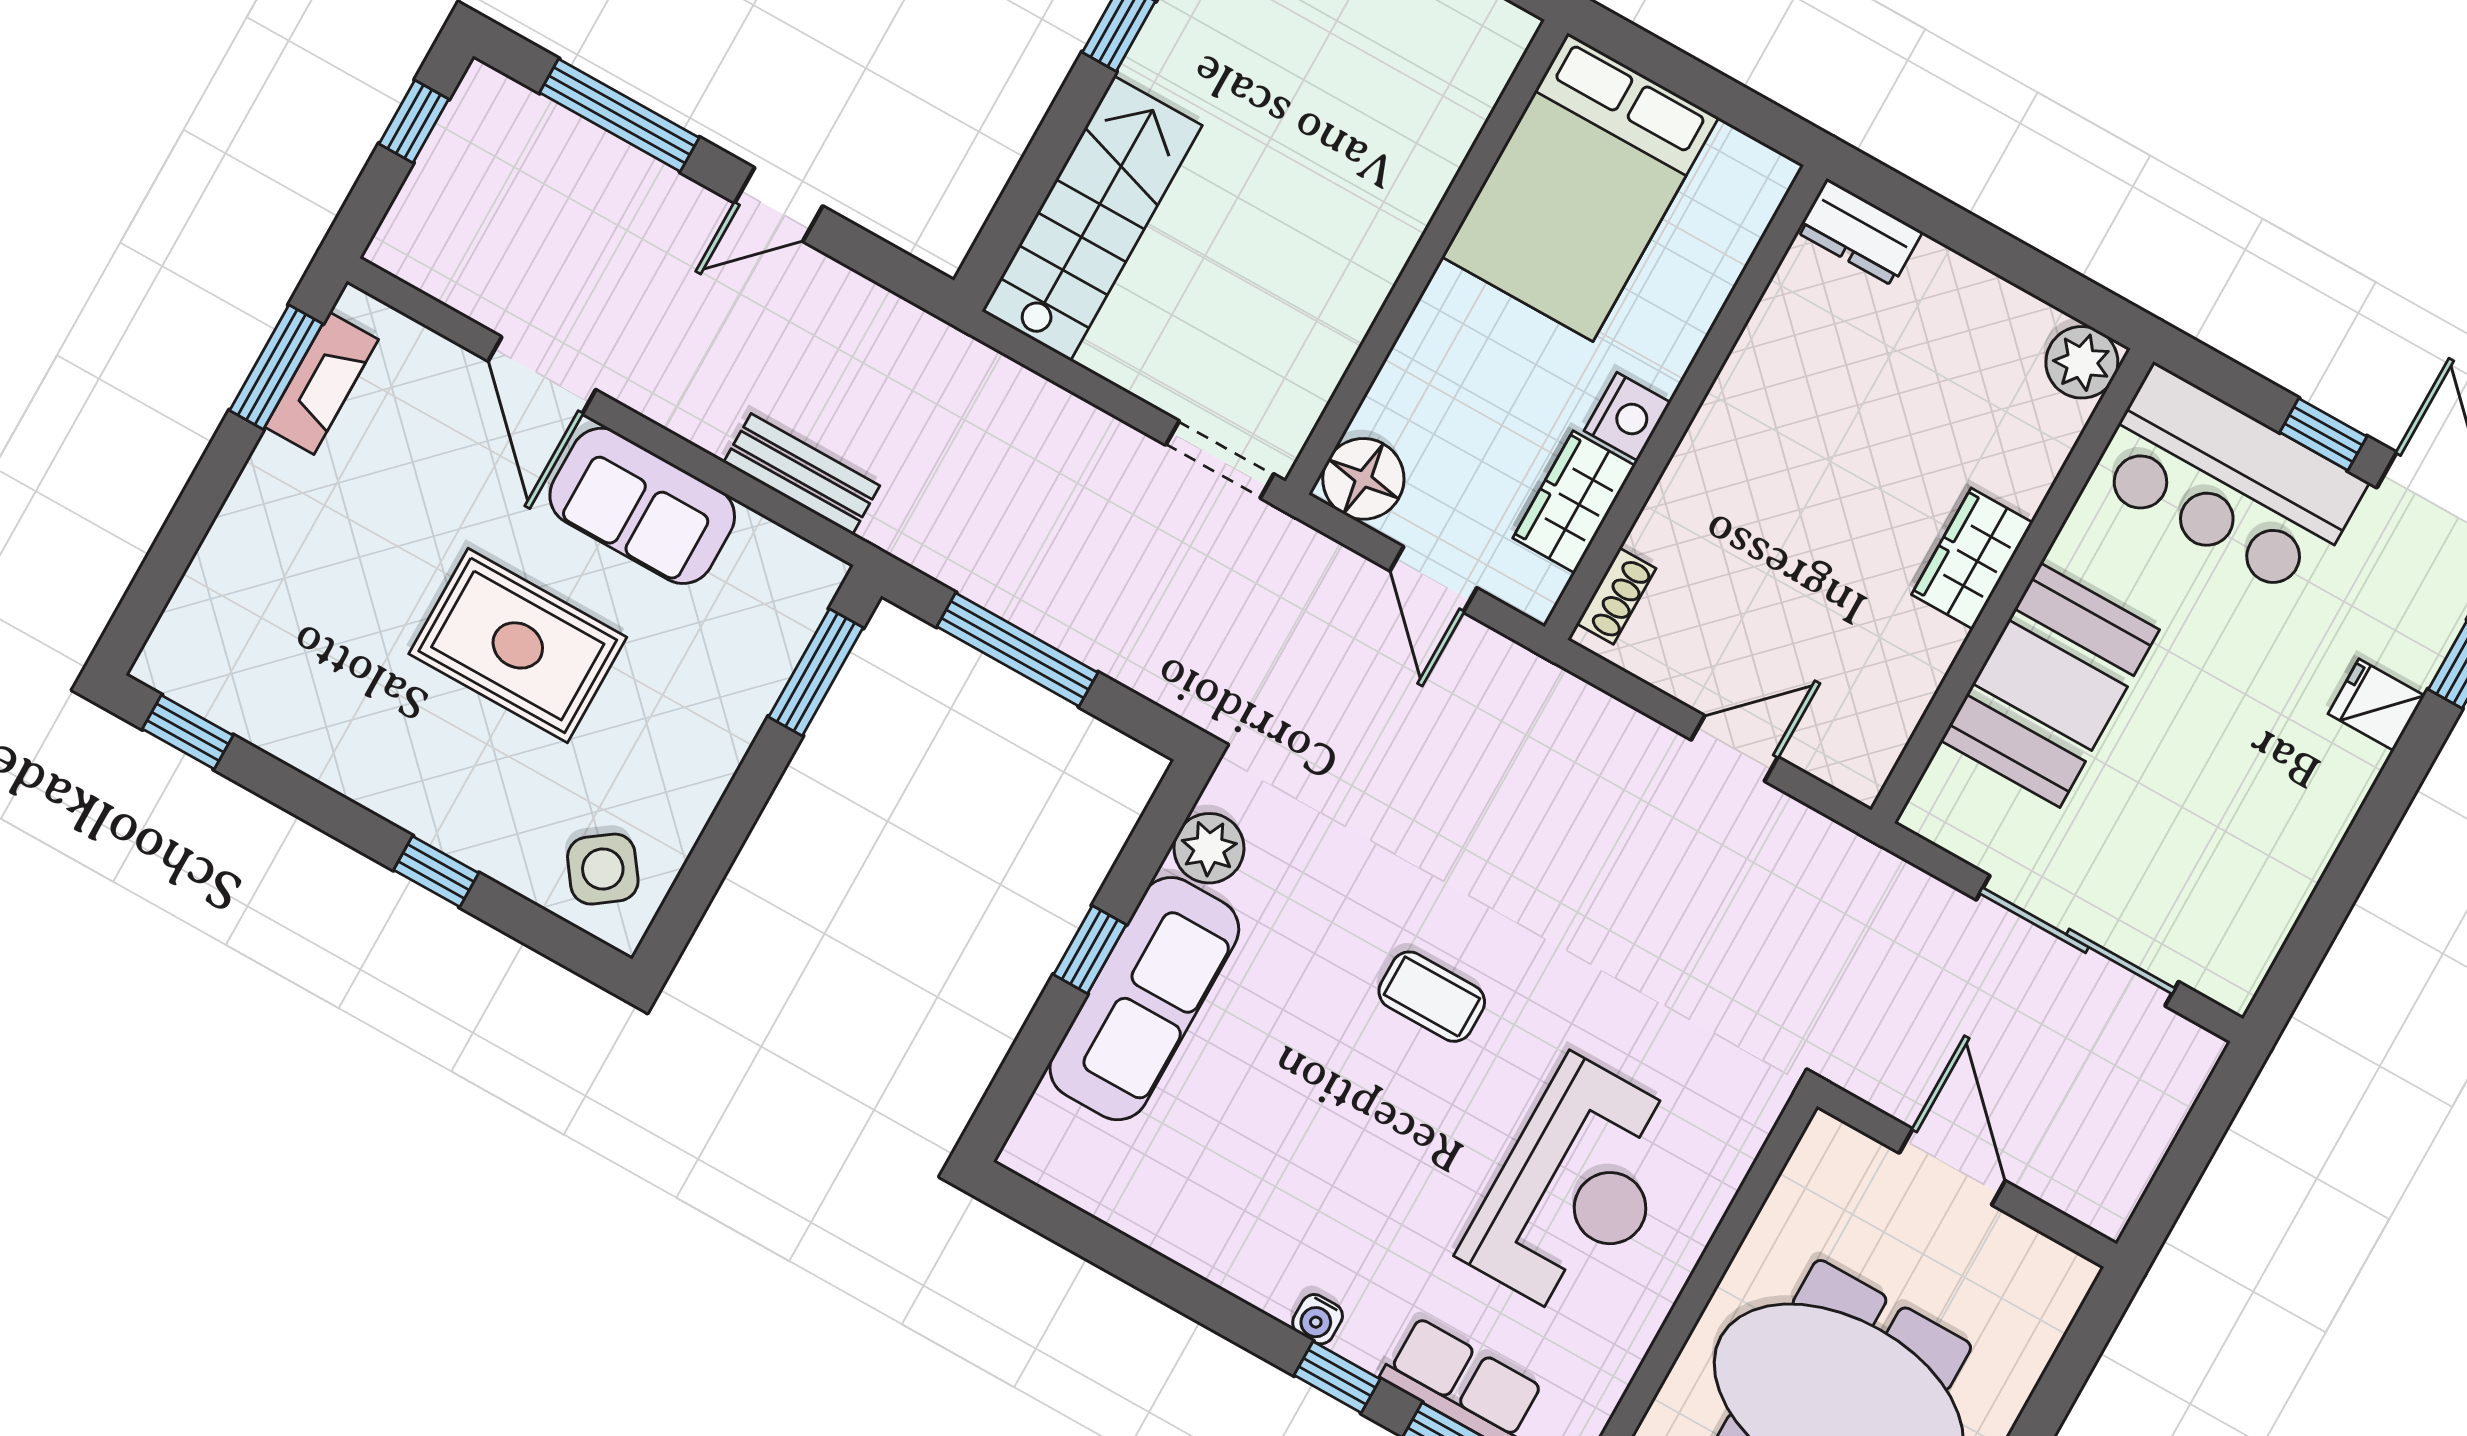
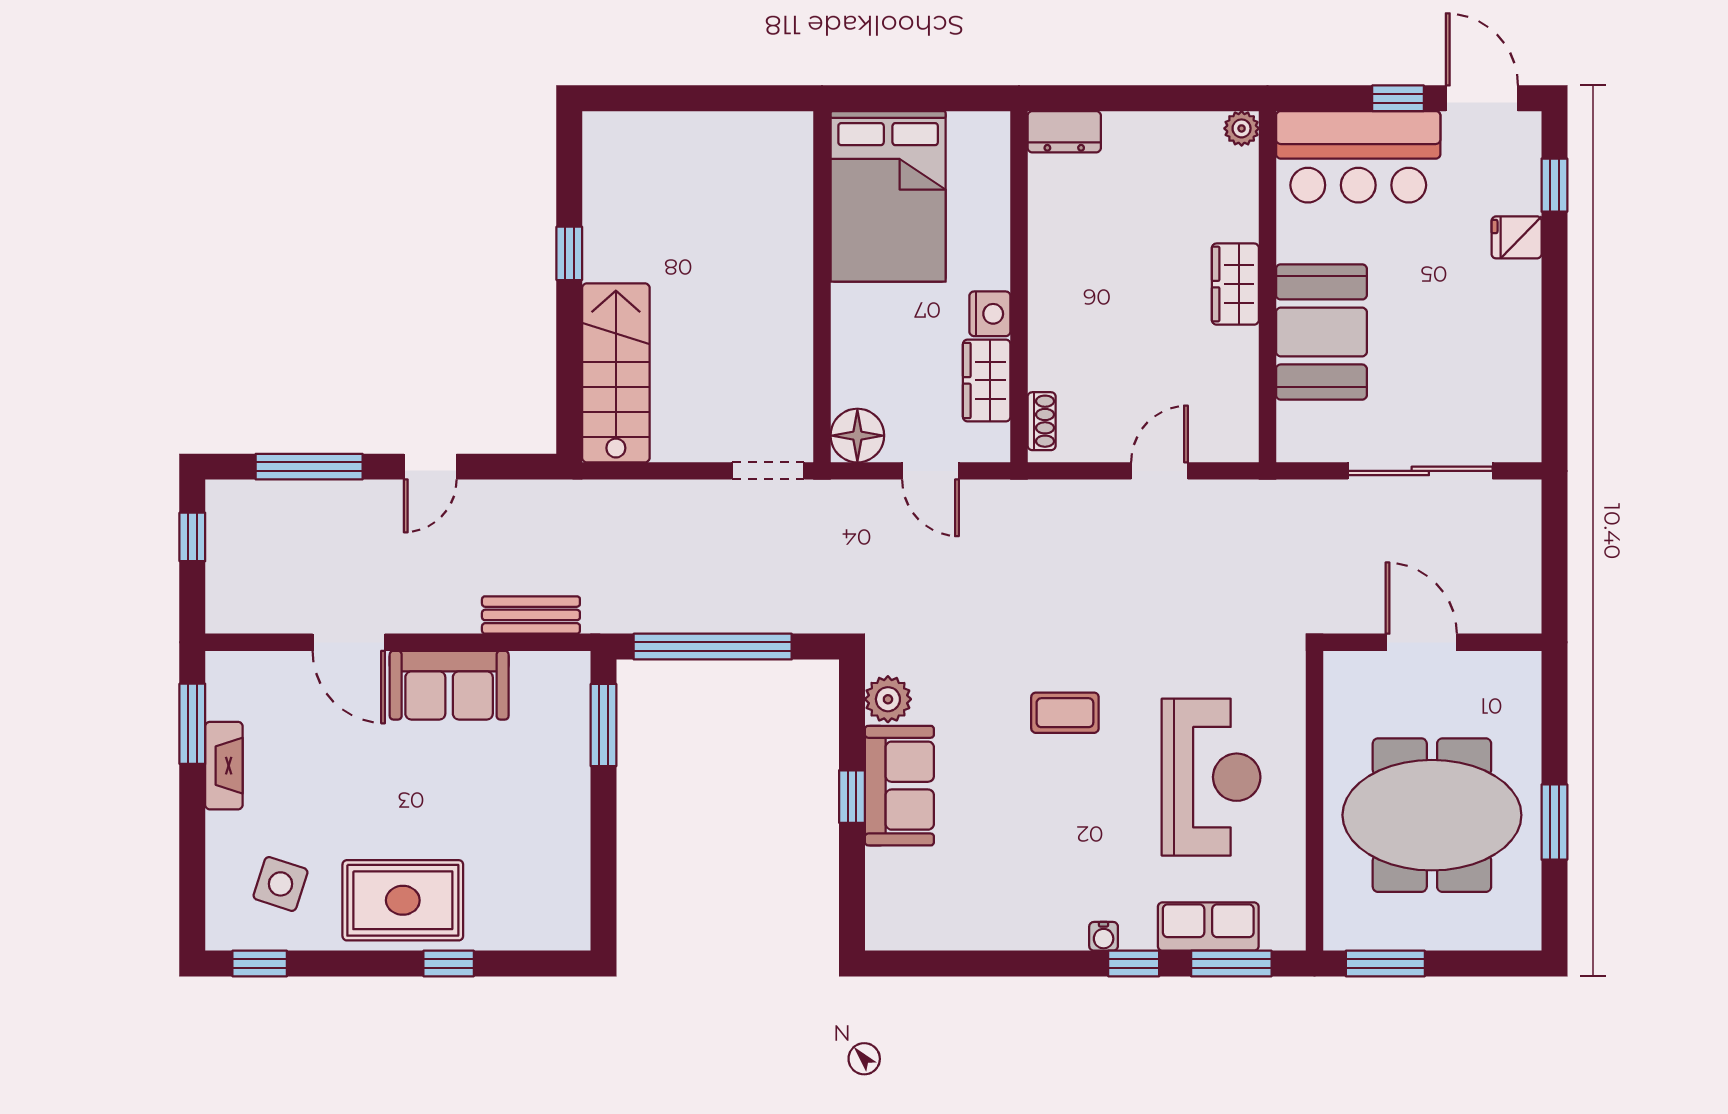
plant: (2082, 362) -> (1242, 128), width x0.73, depth x0.73
fireplace: (322, 383) -> (224, 766), moved
rug: (518, 645) -> (403, 900), moved
window: (1017, 650) -> (713, 647), width x1.46
side table: (603, 869) -> (280, 884), moved, turned -36
sofa: (1144, 999) -> (899, 786), width x0.73

